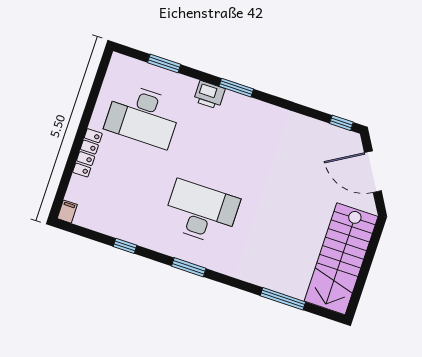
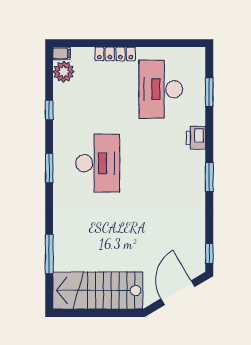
window: (236, 88) -> (209, 177), moved
plant: (88, 216) -> (64, 72), added

